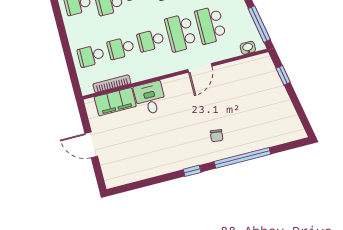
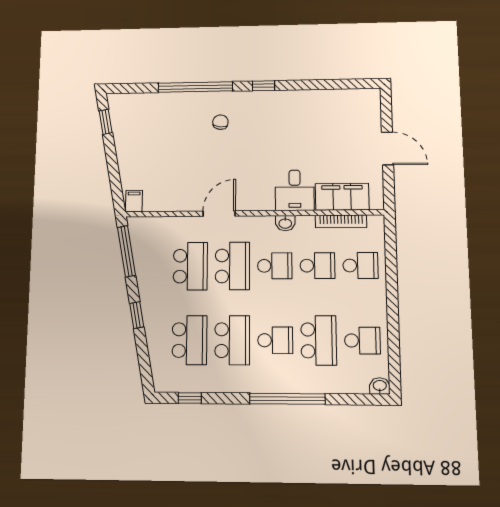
washbasin: (248, 48) -> (285, 223), moved
filing cabinet: (264, 62) -> (134, 201), added
window: (283, 75) -> (106, 122), moved

